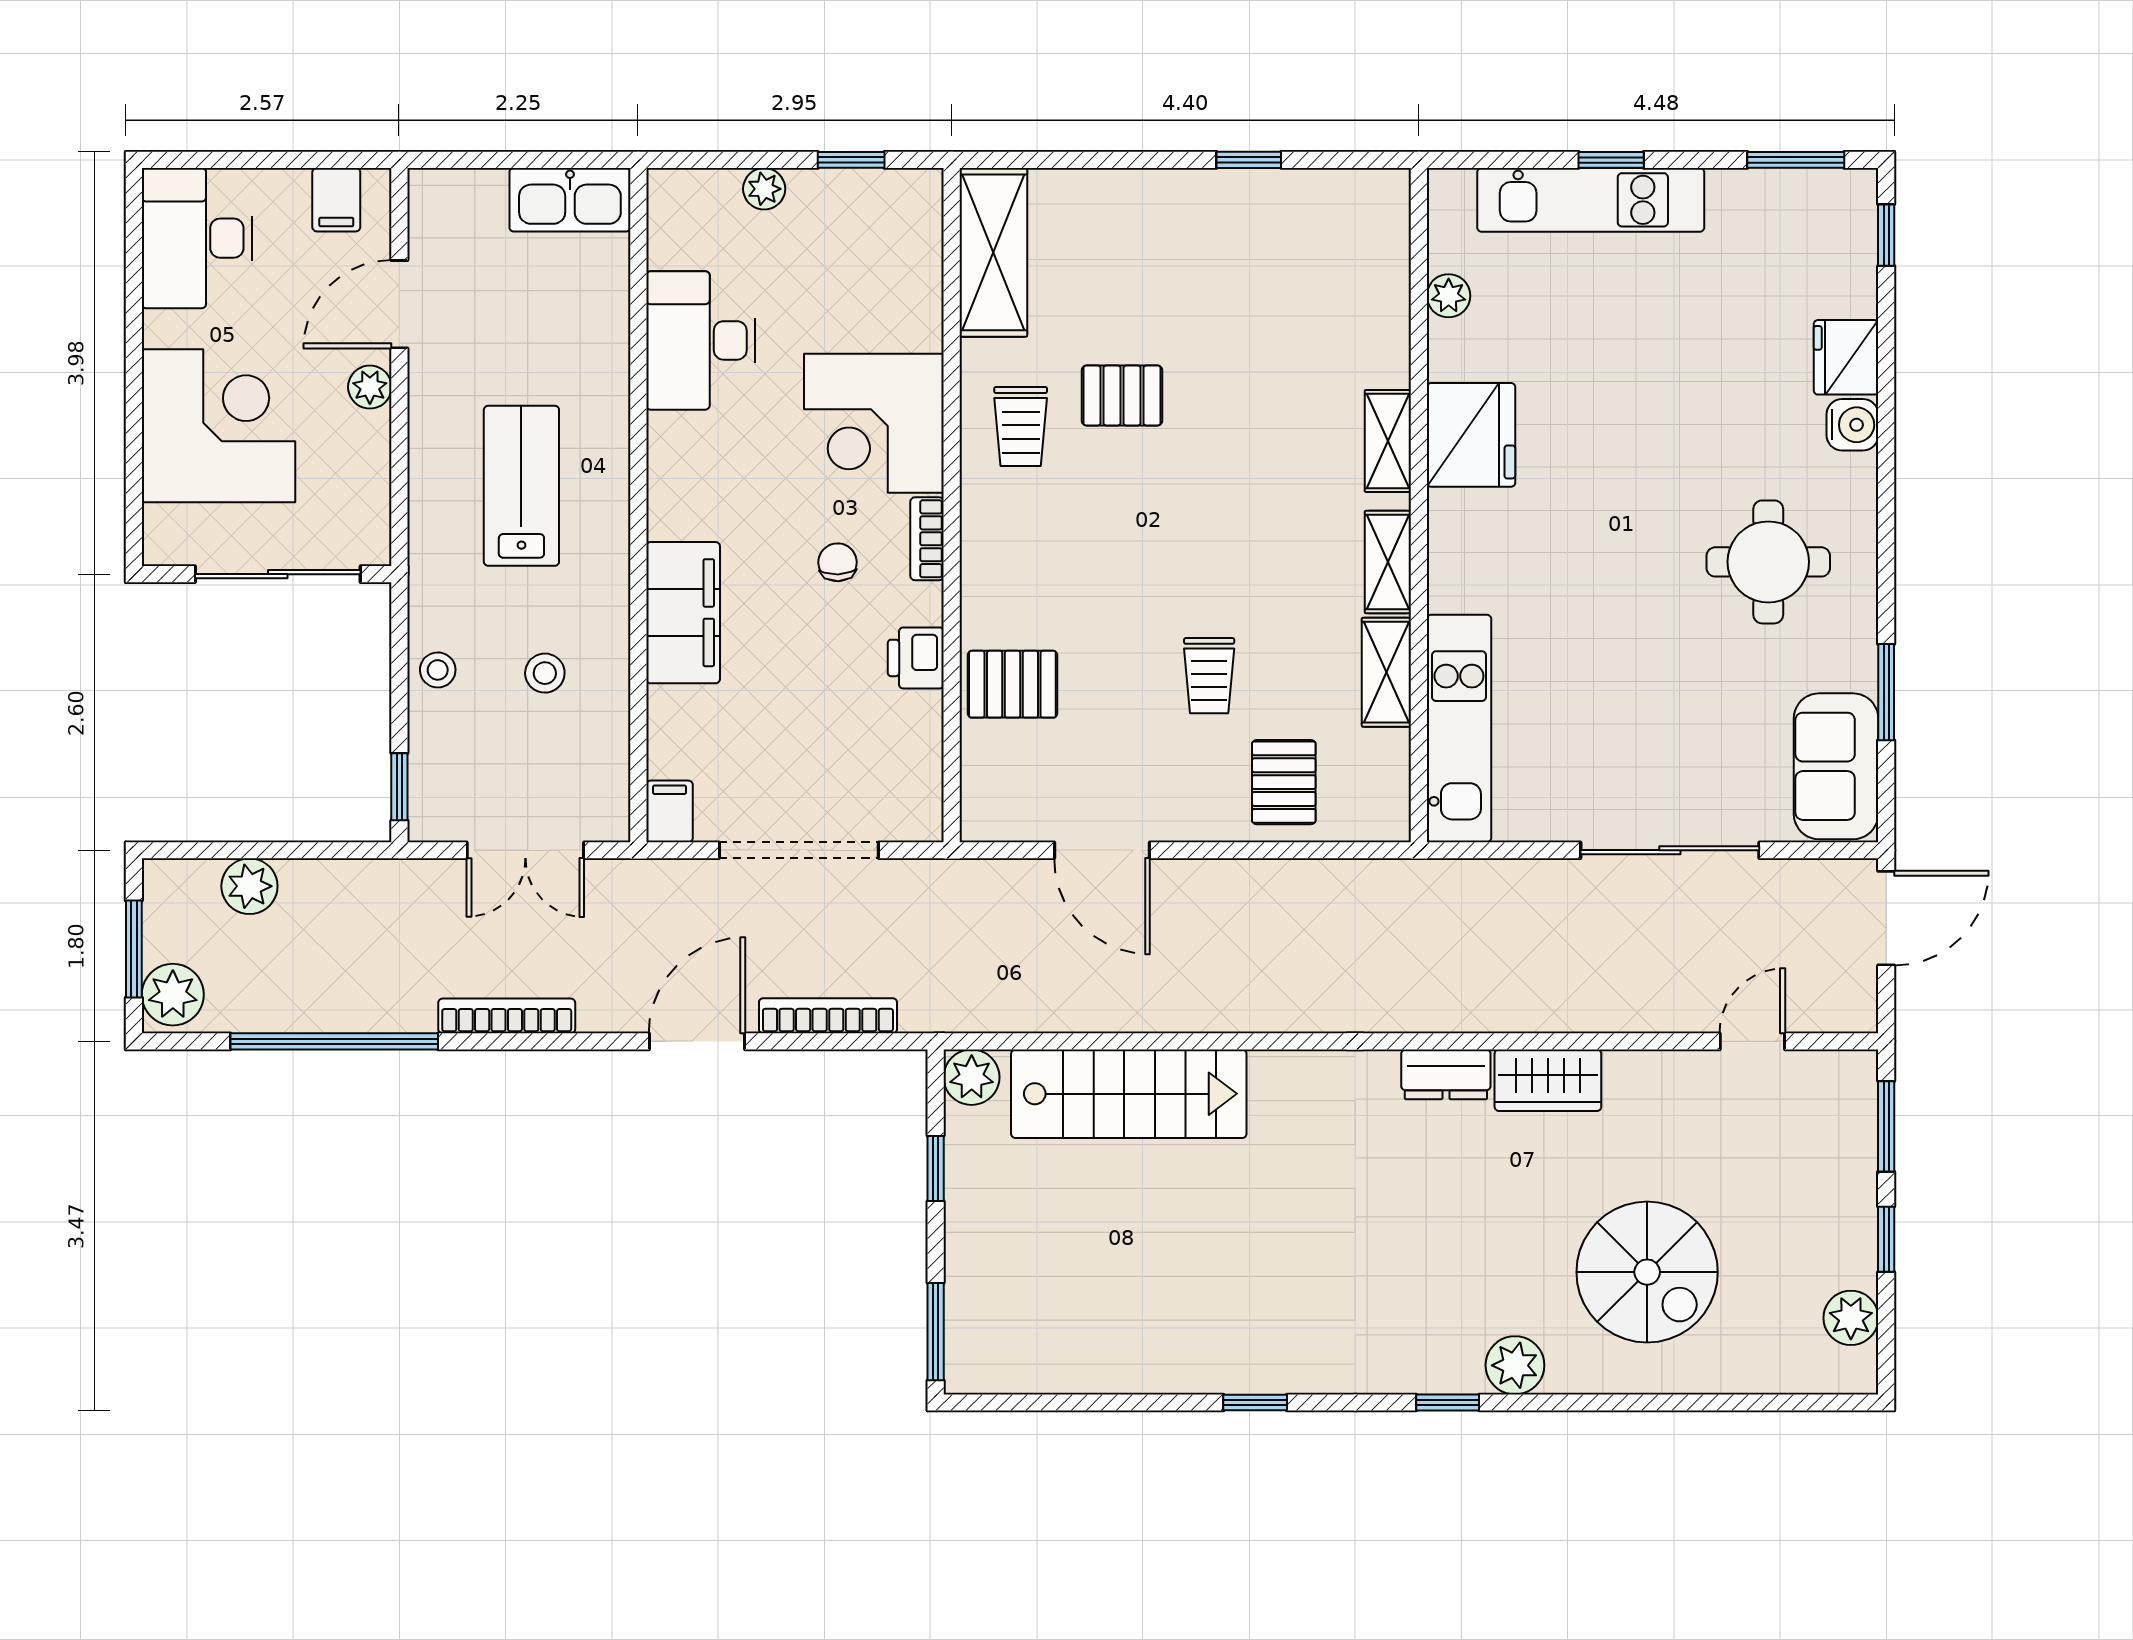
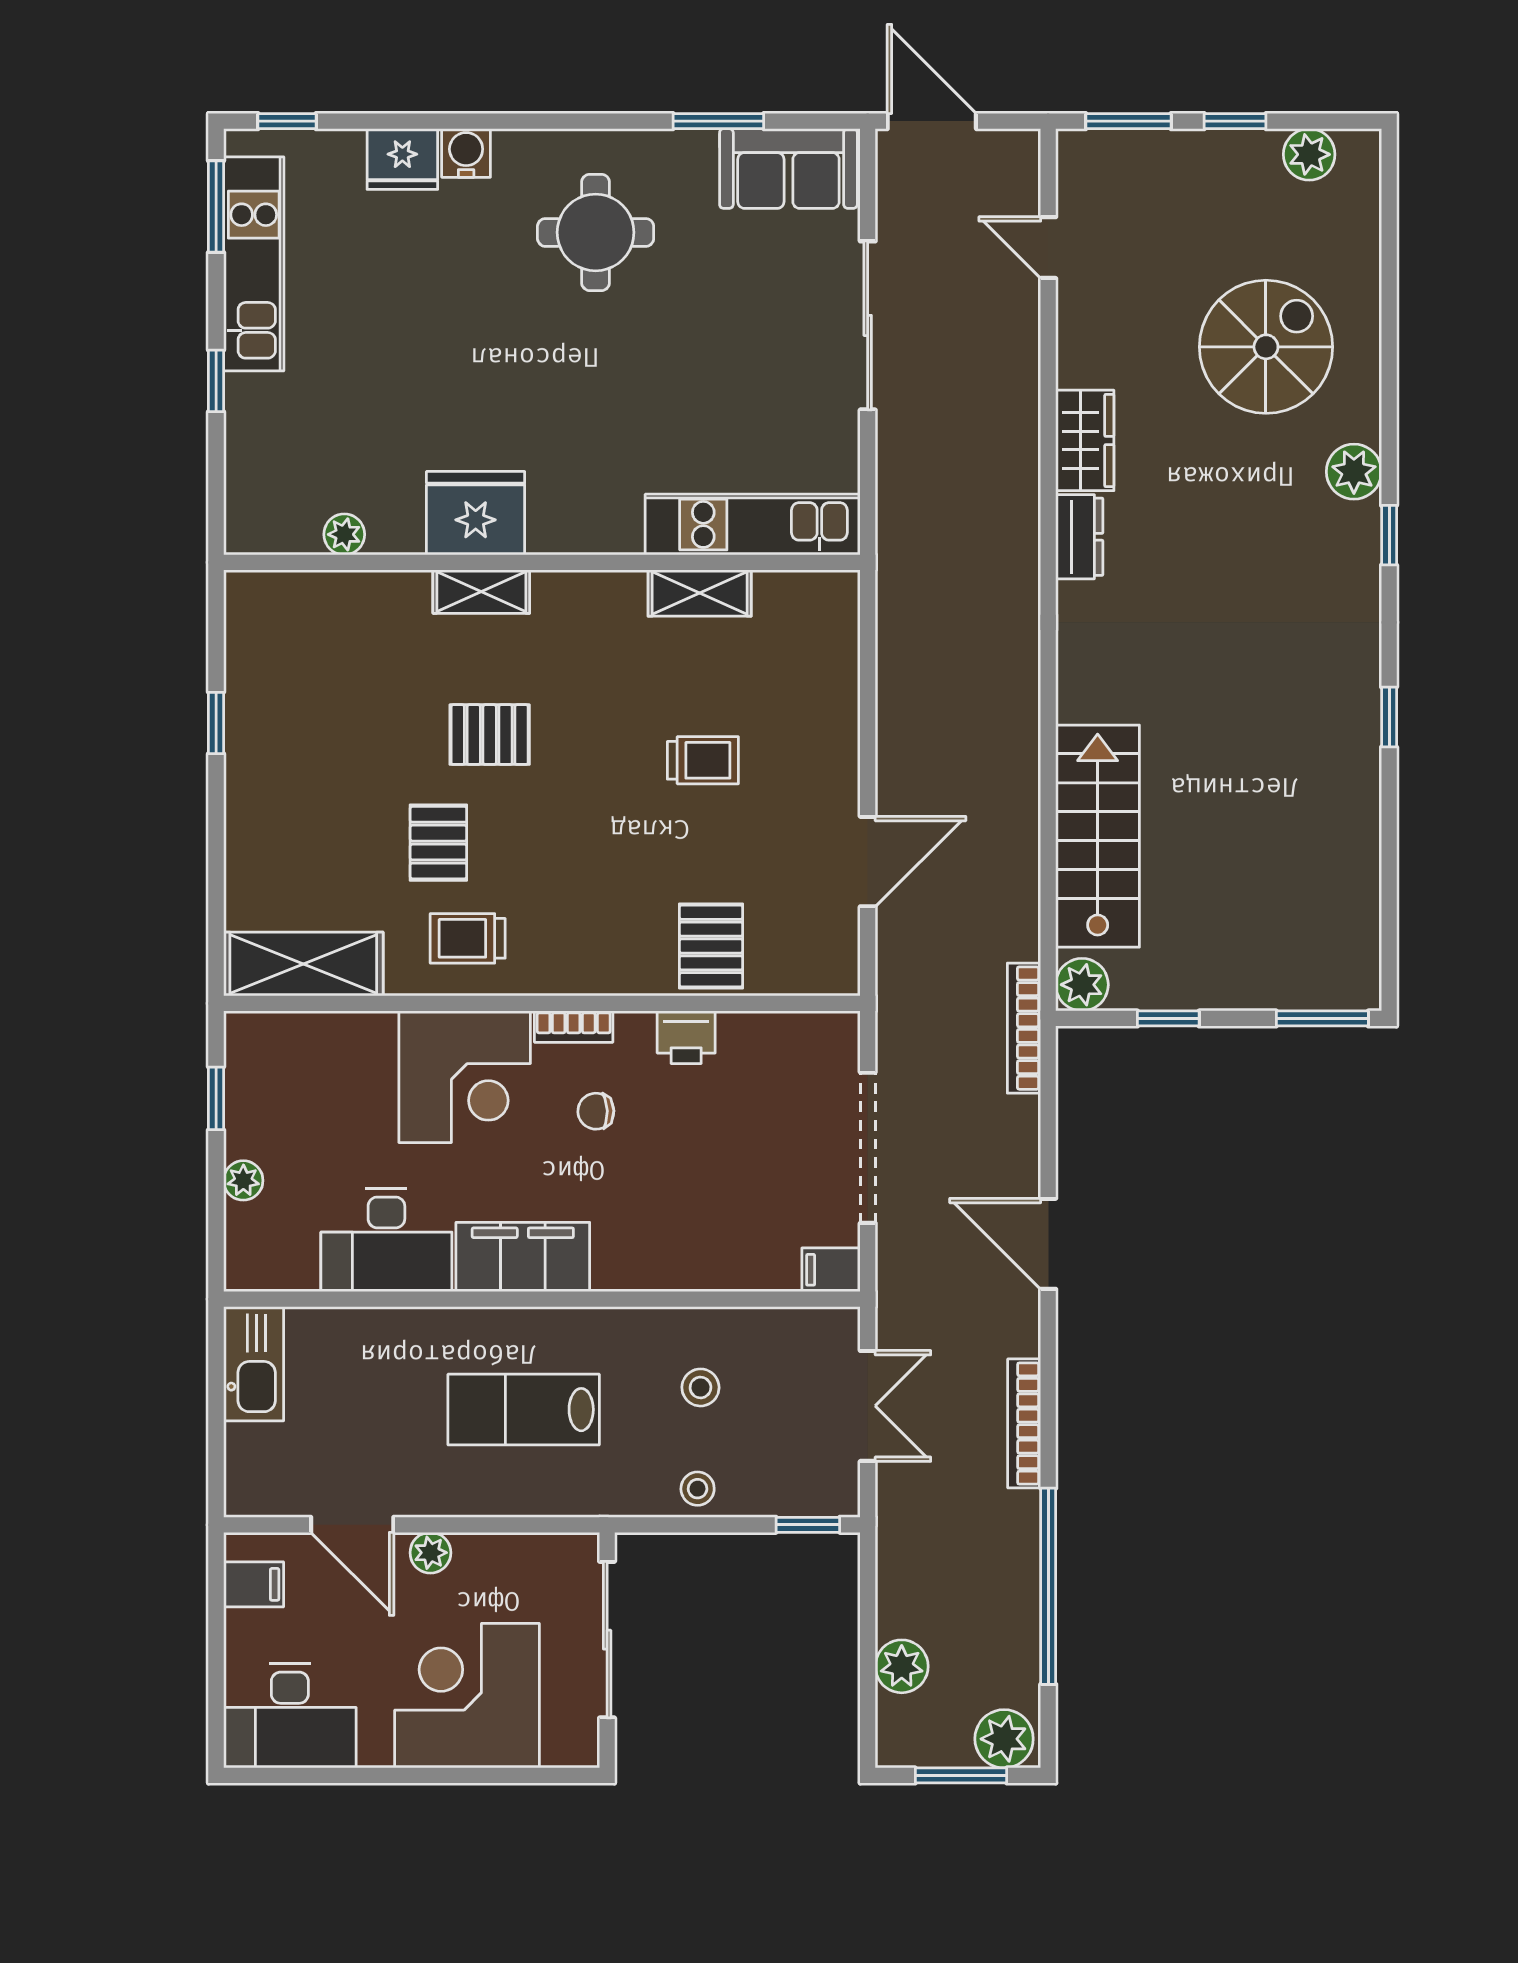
kitchen unit: (1591, 200) -> (254, 264), moved
trolley: (1021, 427) -> (468, 938), turned 180
shelving: (1388, 562) -> (596, 592), removed
filing cabinet: (683, 613) -> (523, 1257), moved
pallet: (1284, 782) -> (490, 735), moved
bookcase: (828, 1016) -> (1024, 1028), moved

